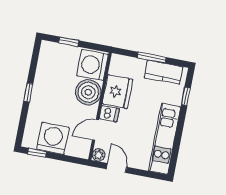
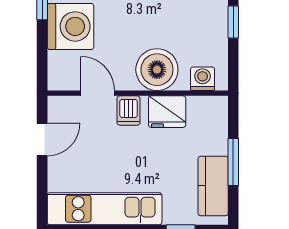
washing machine: (93, 65) -> (203, 79), width x0.53, depth x0.53
fridge: (118, 92) -> (167, 112), width x0.73, depth x0.75
plant: (99, 155) -> (58, 106), removed

